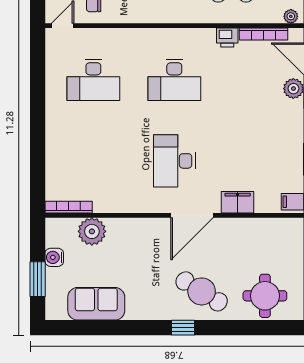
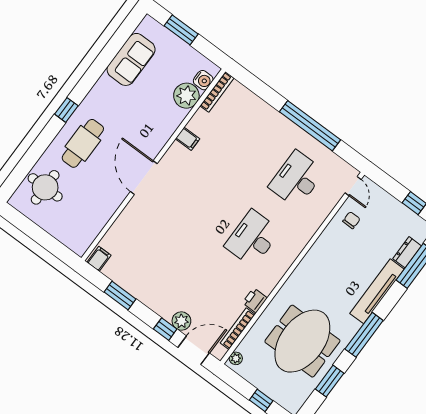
window: (38, 103) -> (310, 126), added
desk: (174, 161) -> (193, 194), removed
filing cabinet: (238, 202) -> (188, 139), moved, width x0.50
water cooler: (54, 257) -> (203, 80), moved, turned 90
cafe table: (202, 291) -> (83, 143), turned -32

